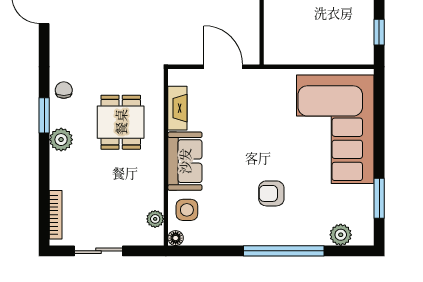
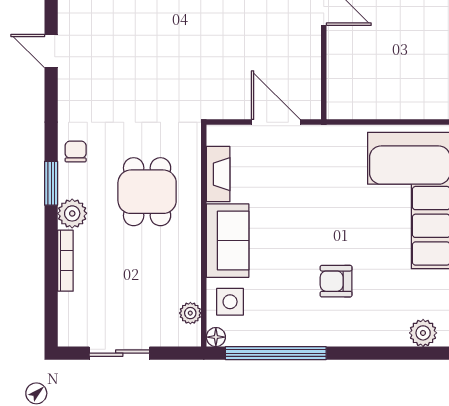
bookcase: (56, 215) -> (65, 261), moved
window: (284, 251) -> (276, 353), moved

